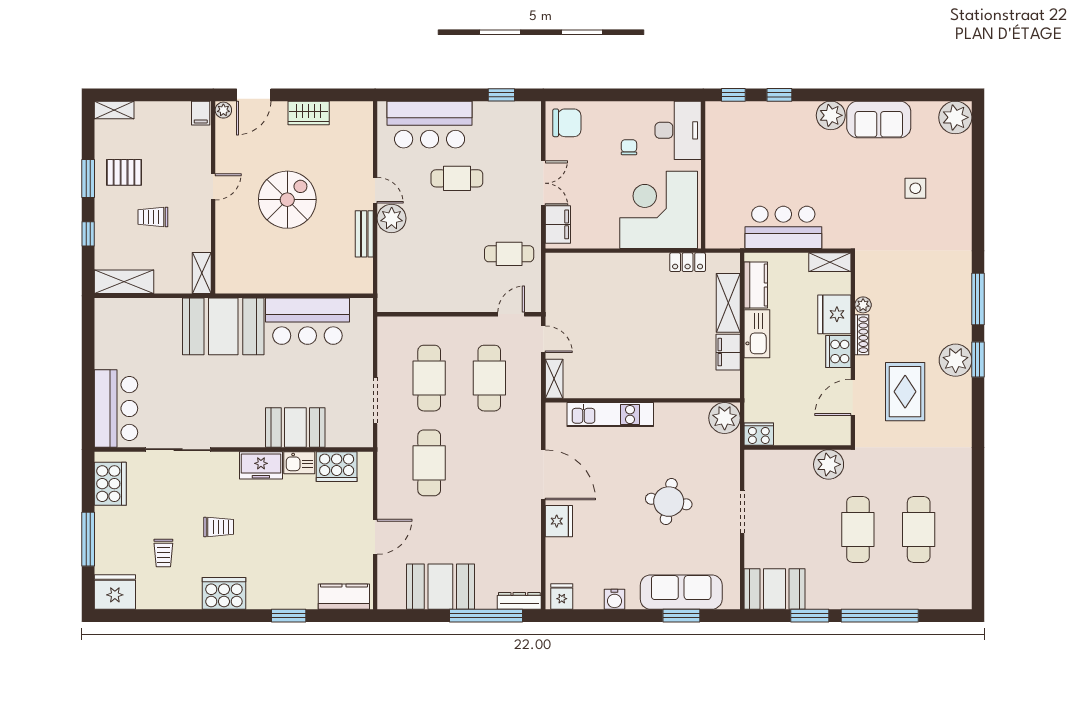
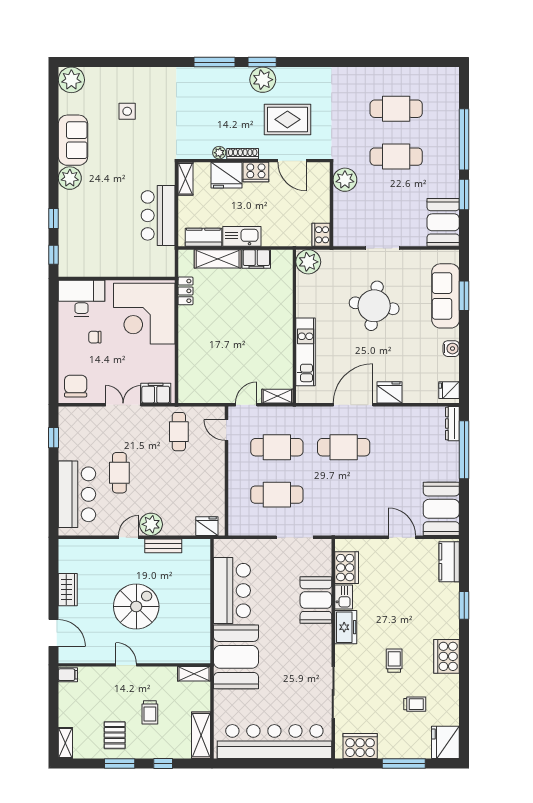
plant: (223, 110) -> (66, 657), removed
spiral stairs: (287, 200) -> (136, 606), turned 90
fridge: (389, 289) -> (207, 526), added
bar counter: (116, 408) -> (274, 742), width x1.86
cafe table: (429, 463) -> (344, 447), moved
round table: (669, 502) -> (374, 306), width x1.36, depth x1.36
booth: (440, 587) -> (441, 509), moved

